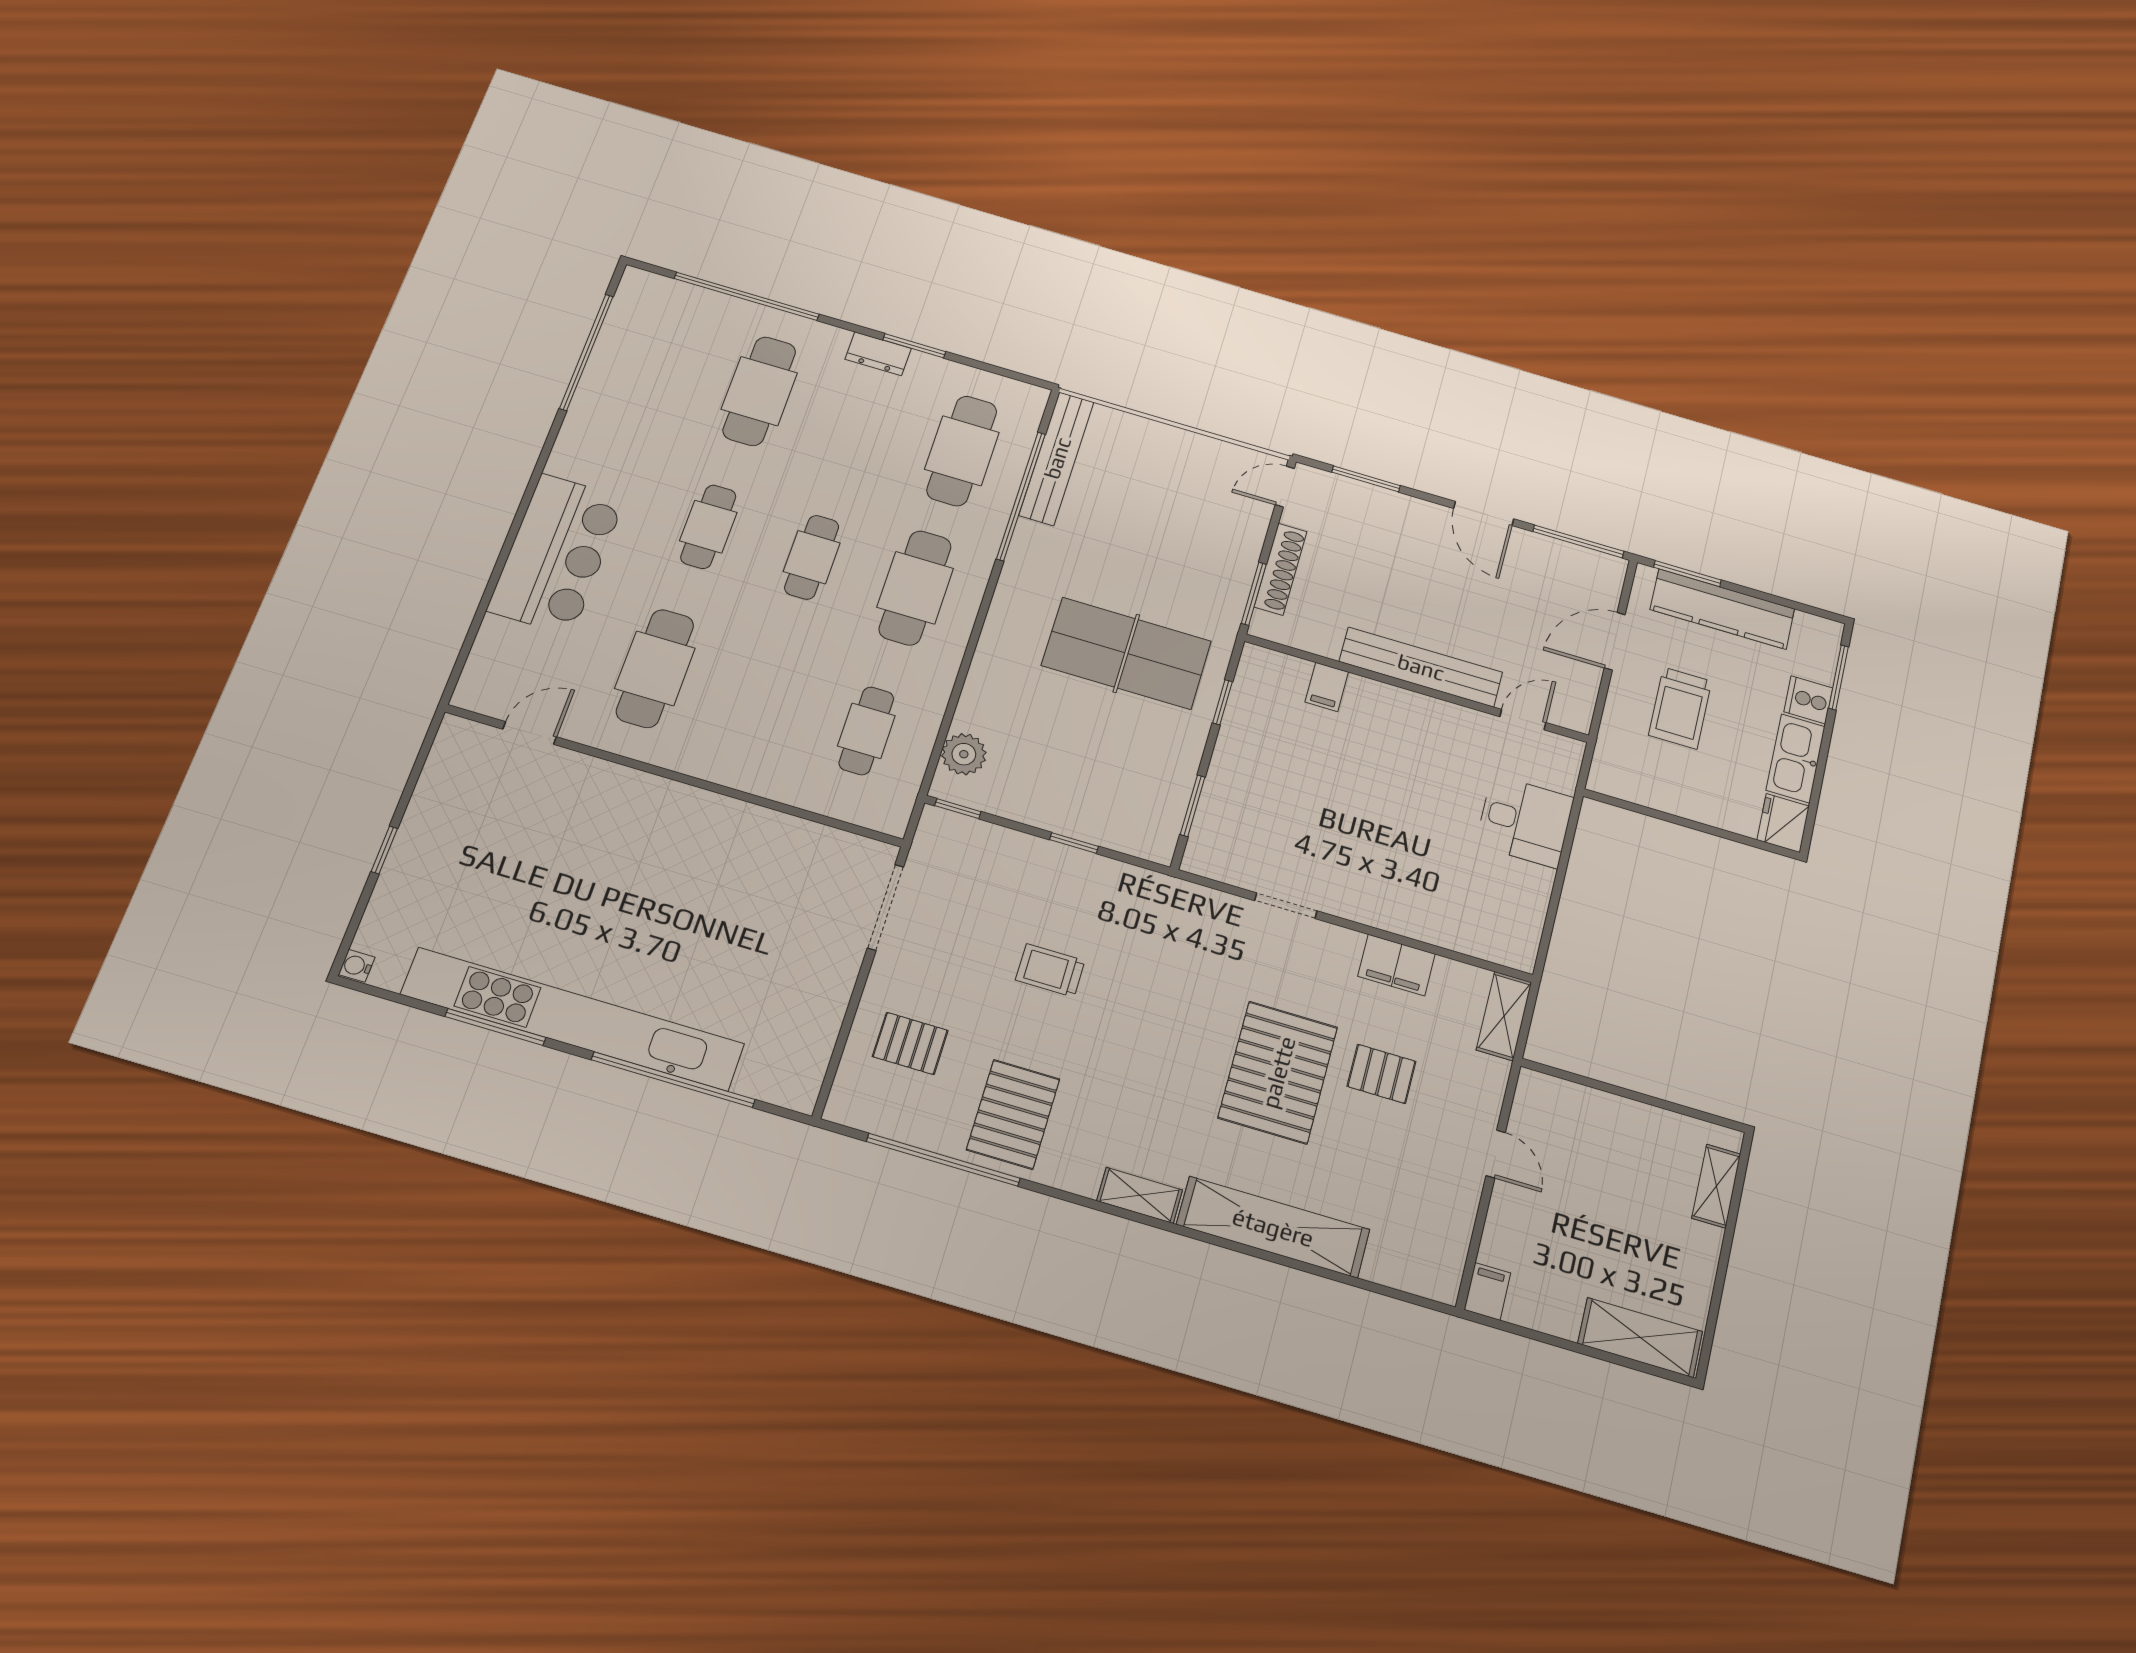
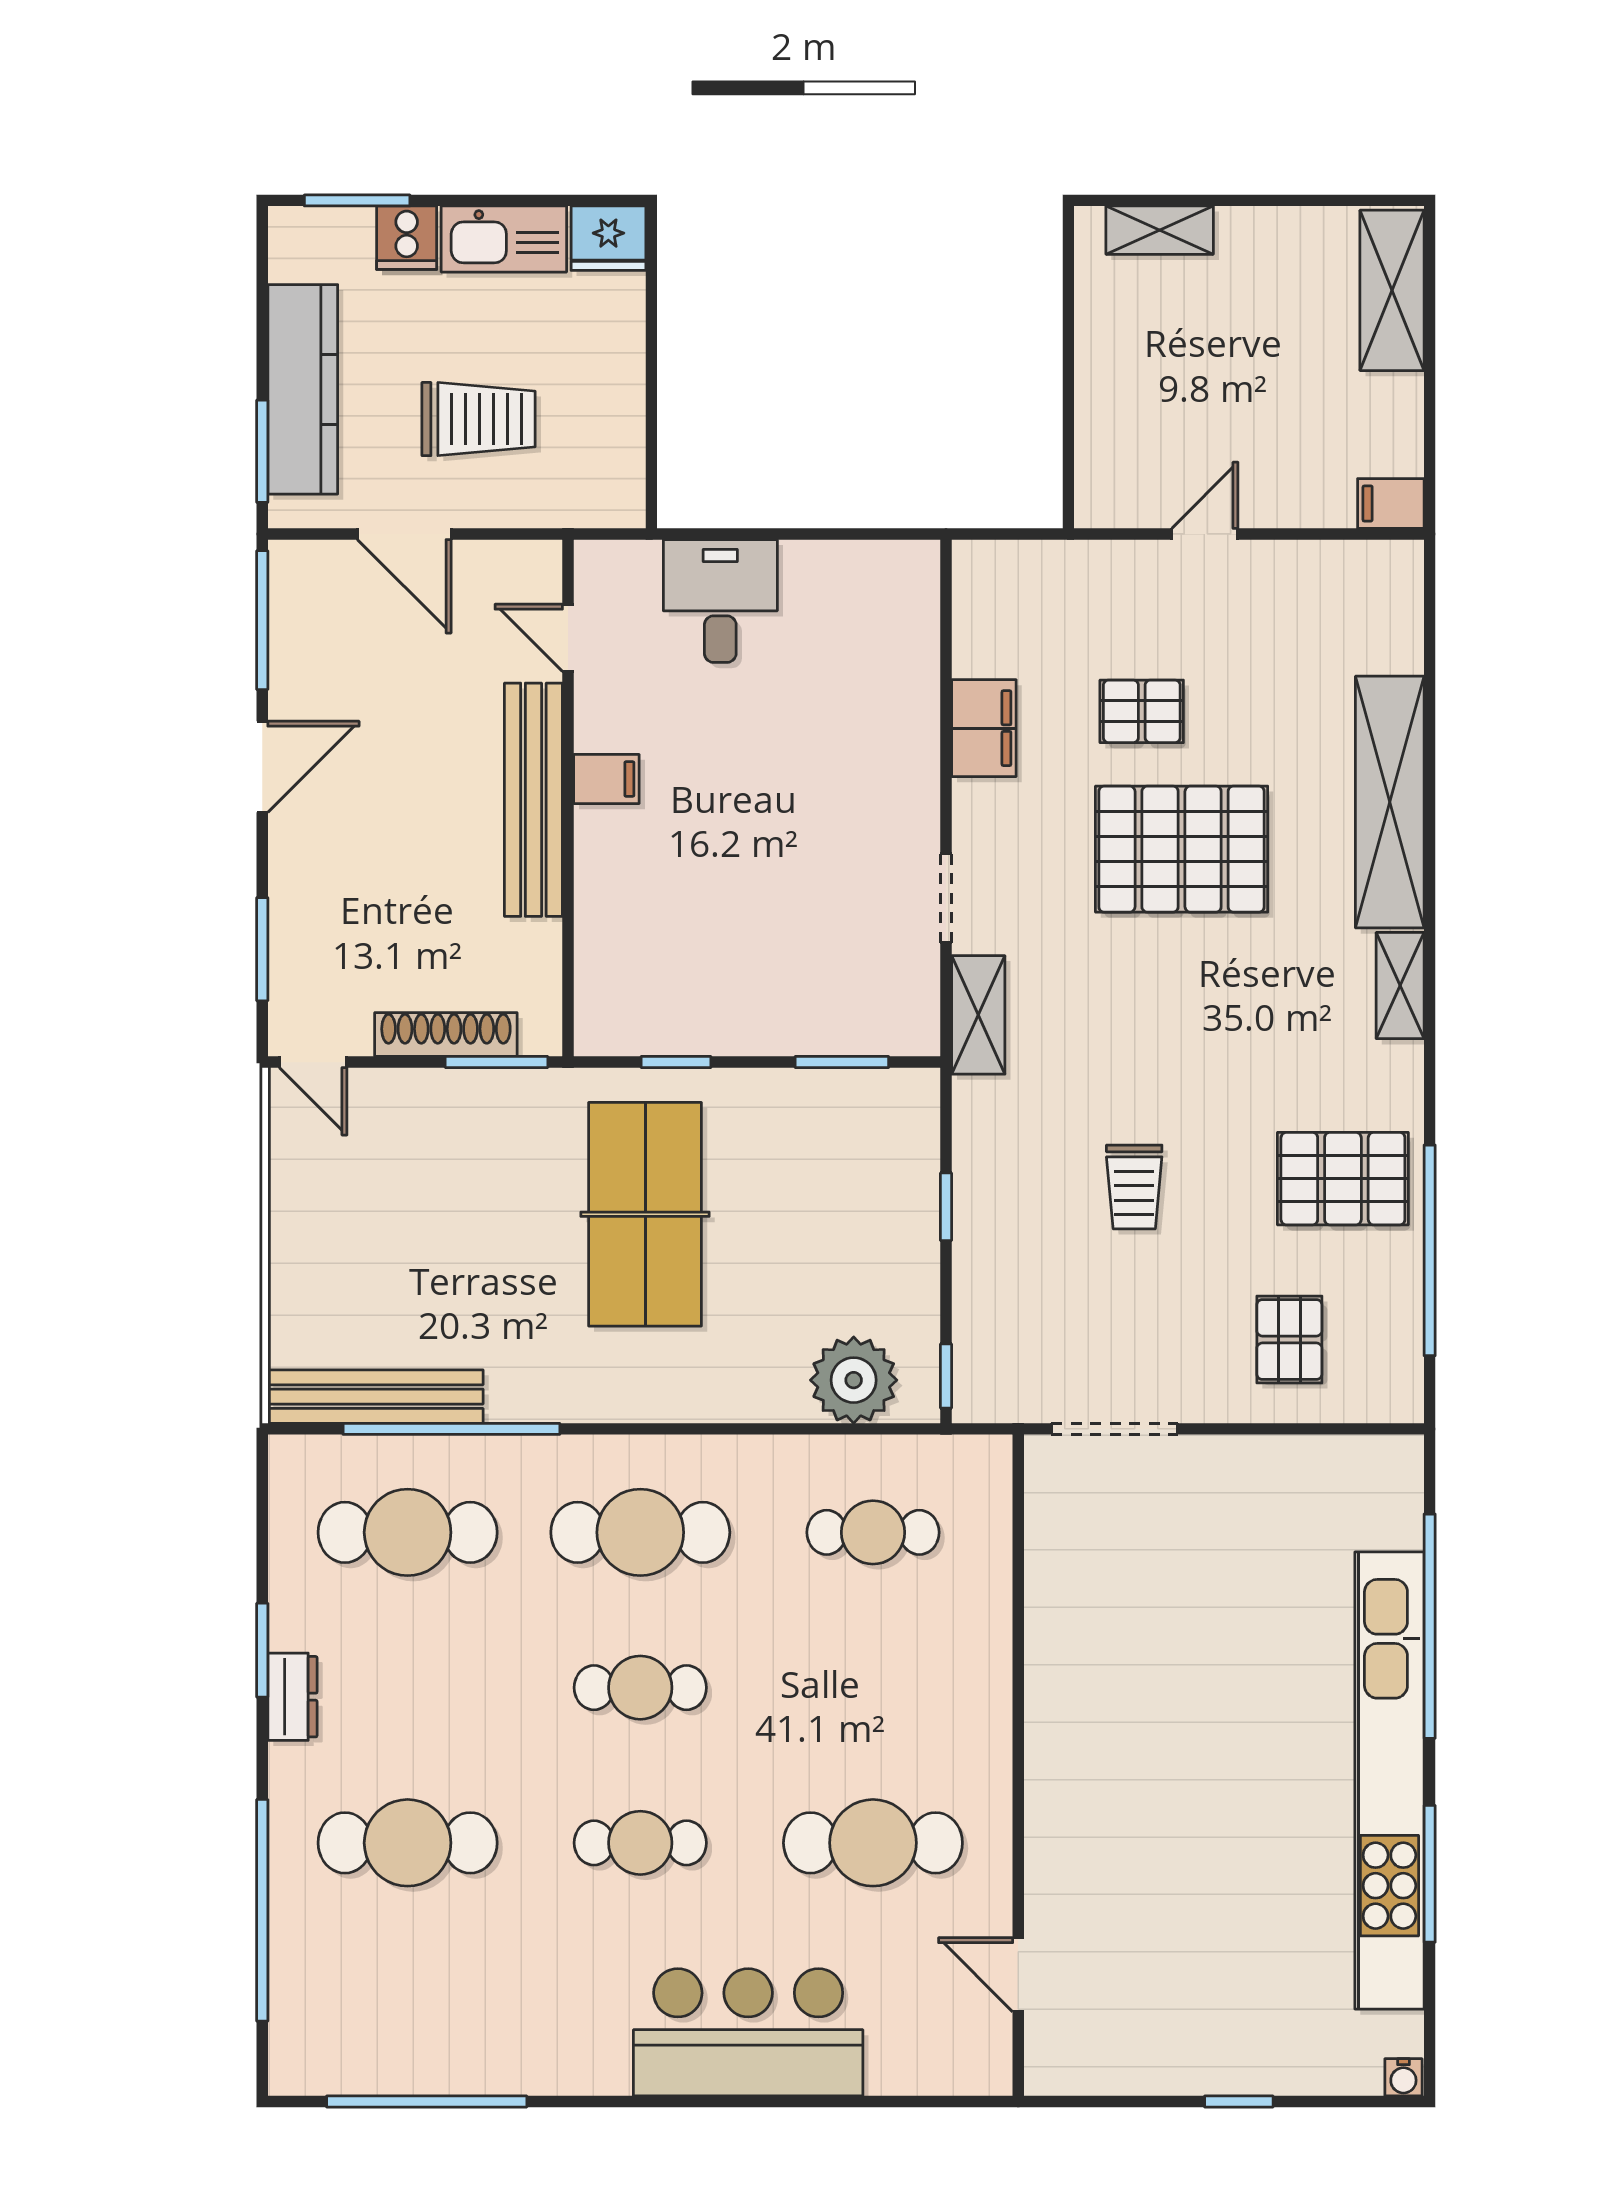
filing cabinet: (1327, 687) -> (606, 779), moved
plant: (964, 754) -> (854, 1380), width x1.36, depth x1.36
shelving: (1504, 1016) -> (978, 1015), moved, turned 90
pallet: (1382, 1074) -> (1142, 711), turned 90

